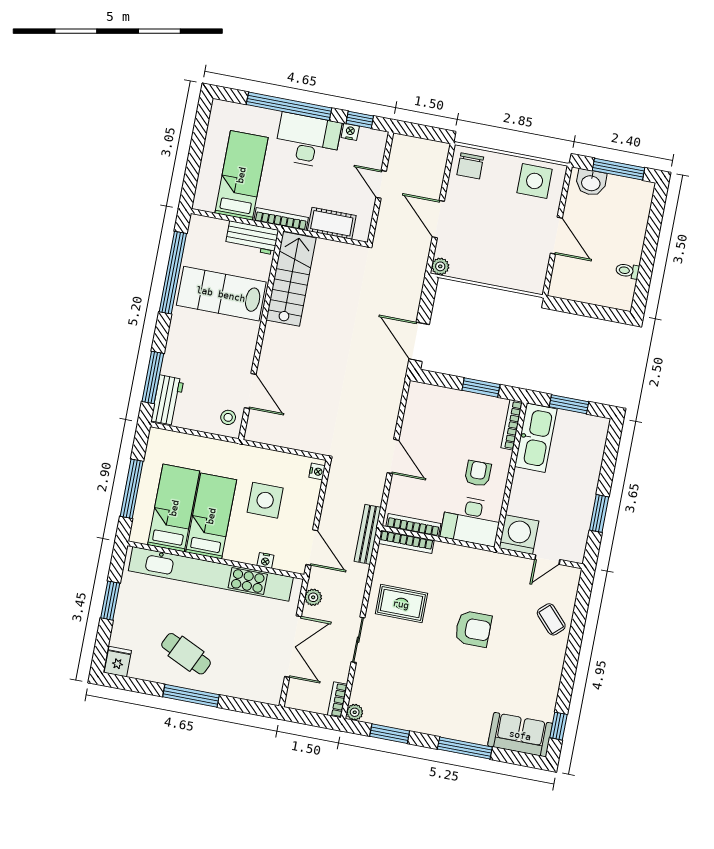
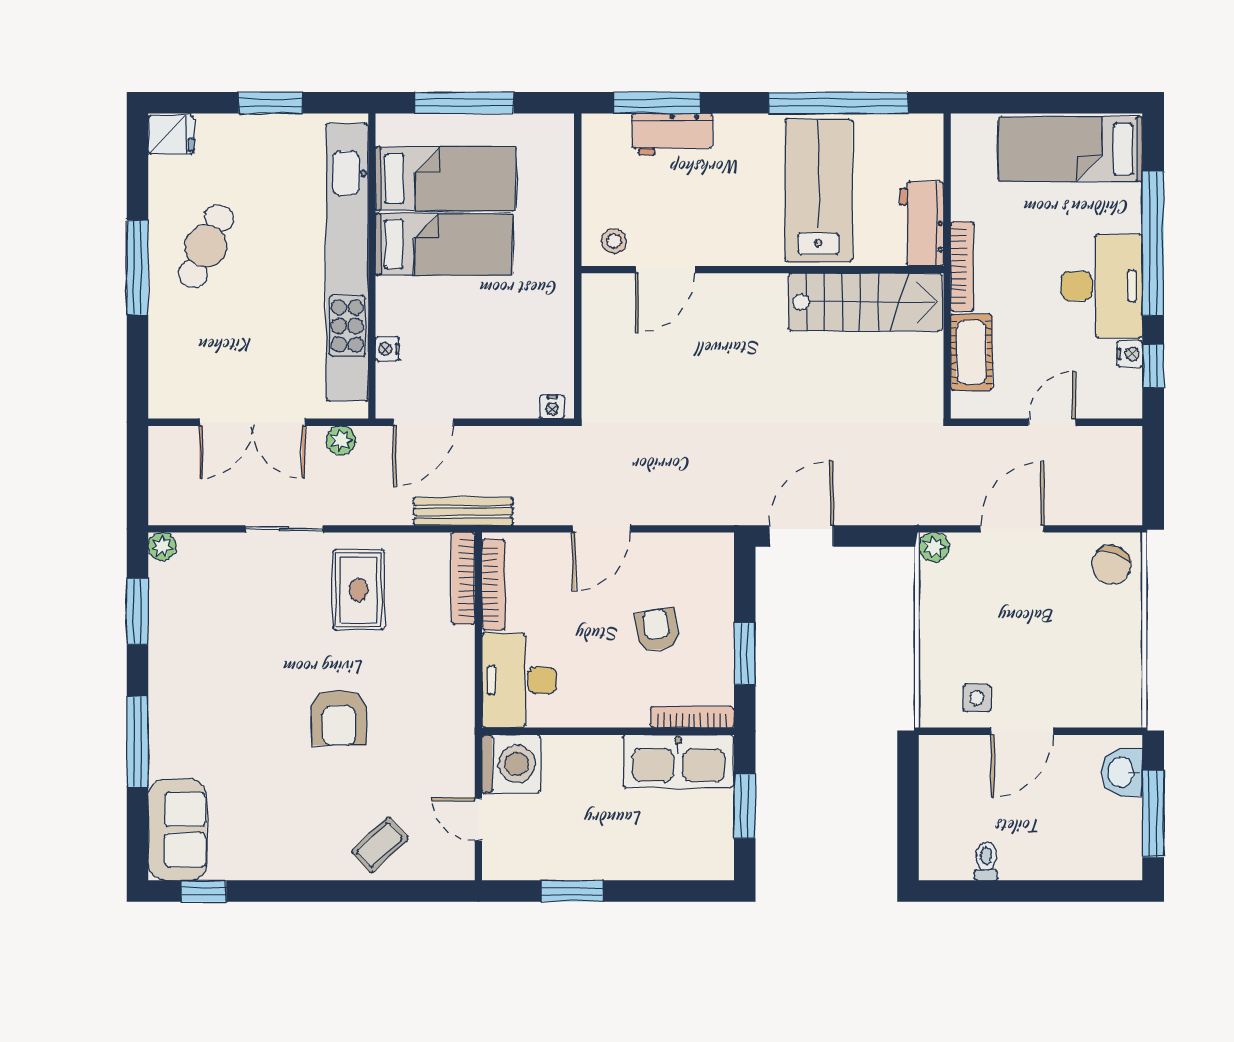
chair: (470, 166) -> (1111, 565), turned -70
bed: (241, 175) -> (1071, 149), moved, turned 180
side table: (535, 181) -> (977, 698), moved, width x0.54, depth x0.54
workbench: (167, 400) -> (672, 134), moved
armchair: (478, 474) -> (657, 630), moved, turned -100
side table: (265, 500) -> (488, 329), removed
bookcase: (337, 700) -> (177, 514), removed

